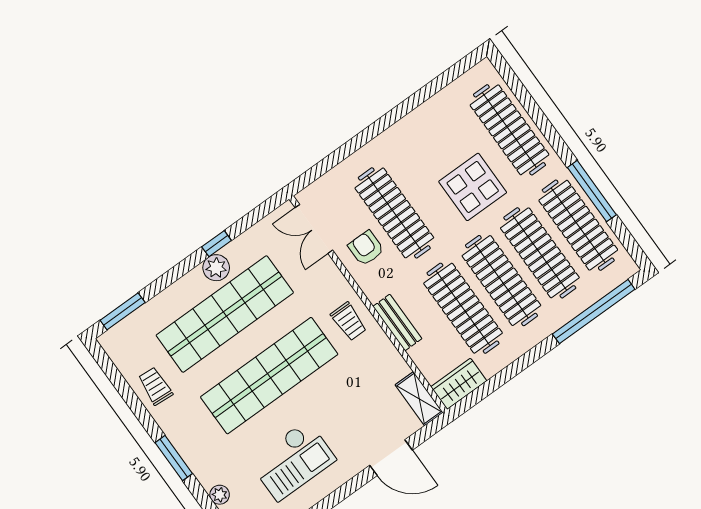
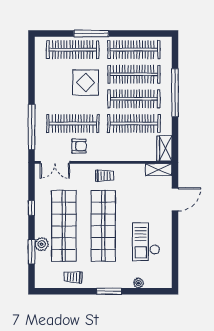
window: (343, 153) -> (32, 127), added
window: (592, 191) -> (91, 34), moved
armchair: (366, 248) -> (79, 146), turned 180
plant: (216, 268) -> (42, 244), moved
window: (123, 311) -> (32, 252), moved
window: (594, 312) -> (175, 93), moved
bench: (397, 323) -> (120, 156), removed
checkout: (292, 460) -> (146, 242), turned 180

